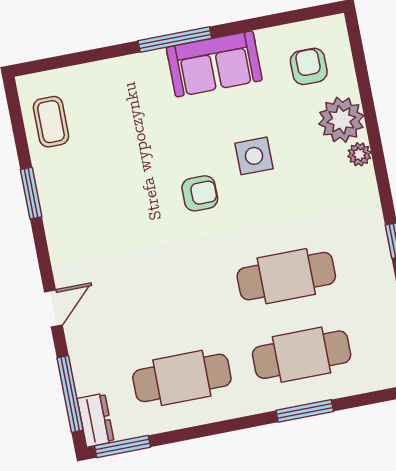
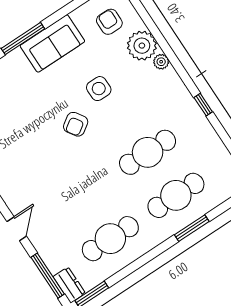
armchair: (200, 193) -> (76, 124), turned 146

